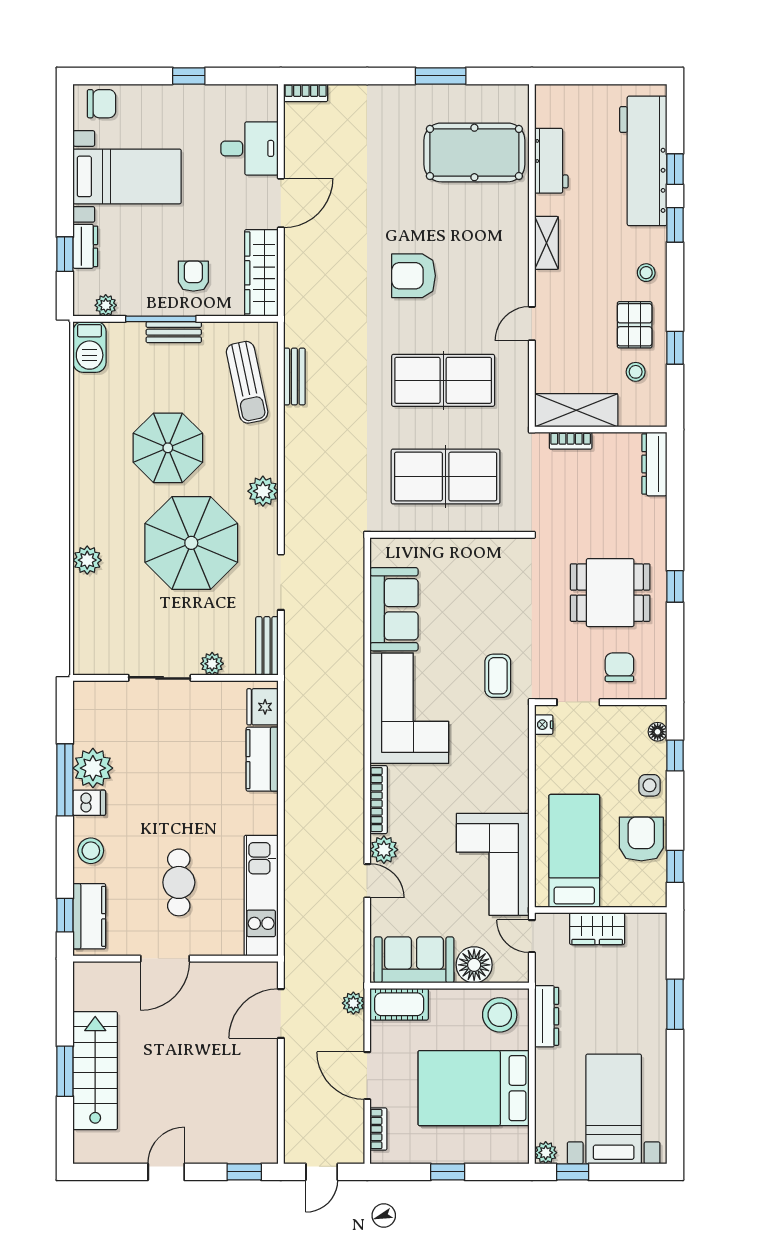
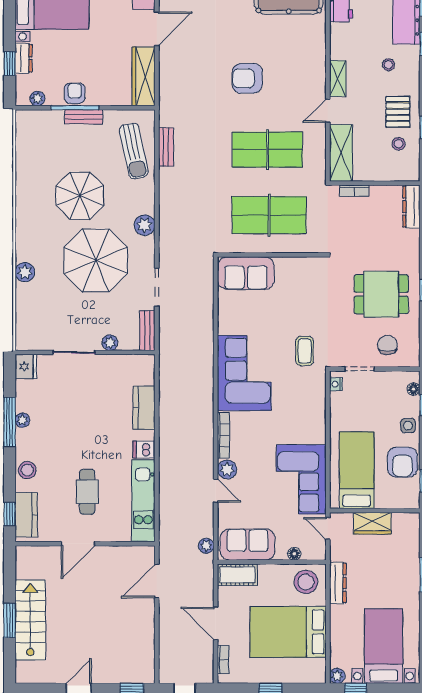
shelving: (547, 243) -> (338, 79), moved
stool: (646, 273) -> (389, 65), moved
armchair: (193, 276) -> (75, 93), moved
barbecue: (90, 347) -> (26, 127), removed
shelving: (576, 410) -> (341, 153), moved, turned 90
sofa: (394, 609) -> (246, 273), moved, turned 90
fridge: (263, 707) -> (26, 367), moved, turned 180
plant: (93, 768) -> (22, 420), width x0.53, depth x0.53
dishwasher: (89, 803) -> (144, 450), moved, turned 180
armchair: (641, 839) -> (402, 462), turned 180
floor lamp: (474, 965) -> (294, 554), width x0.53, depth x0.53
plant: (353, 1003) -> (206, 546), moved

